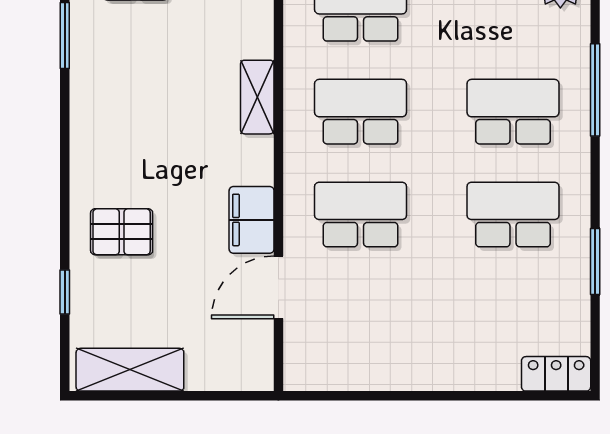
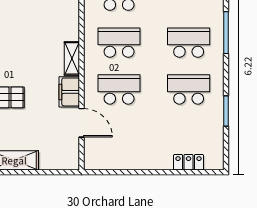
shelving: (257, 97) -> (72, 58), moved
door: (278, 287) -> (82, 123), swing flipped
locker: (556, 374) -> (188, 162), moved

